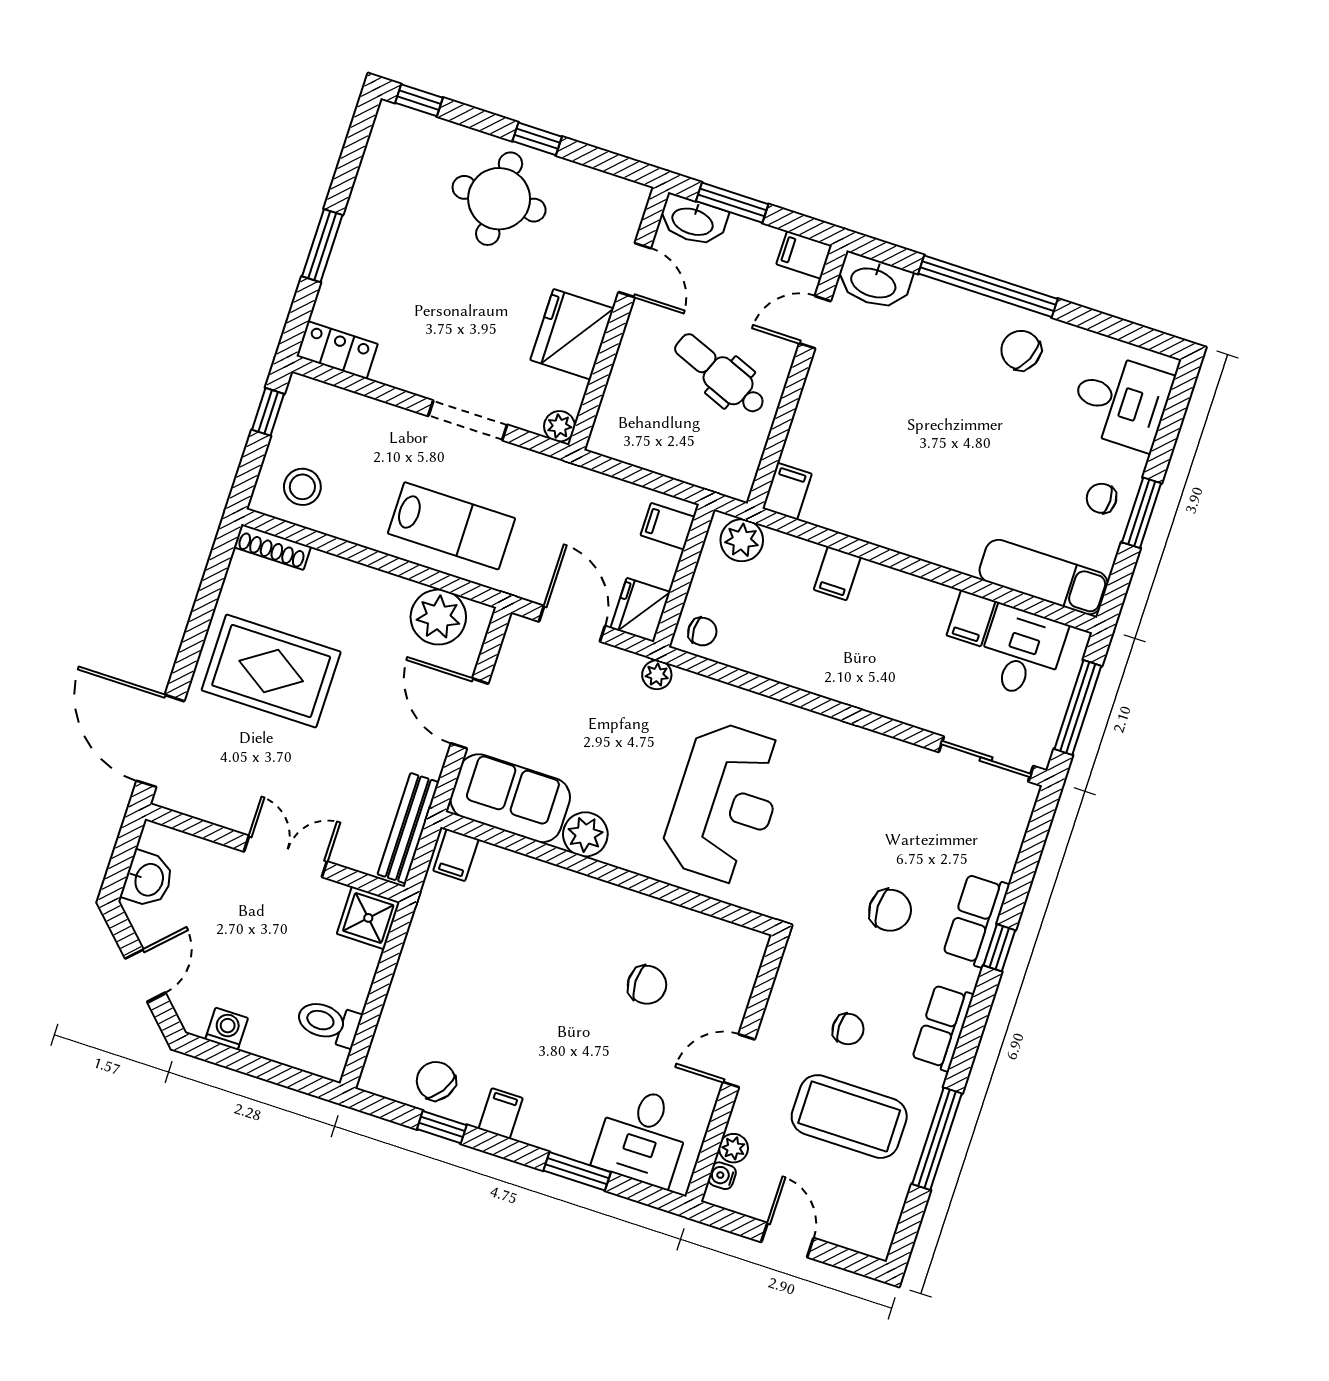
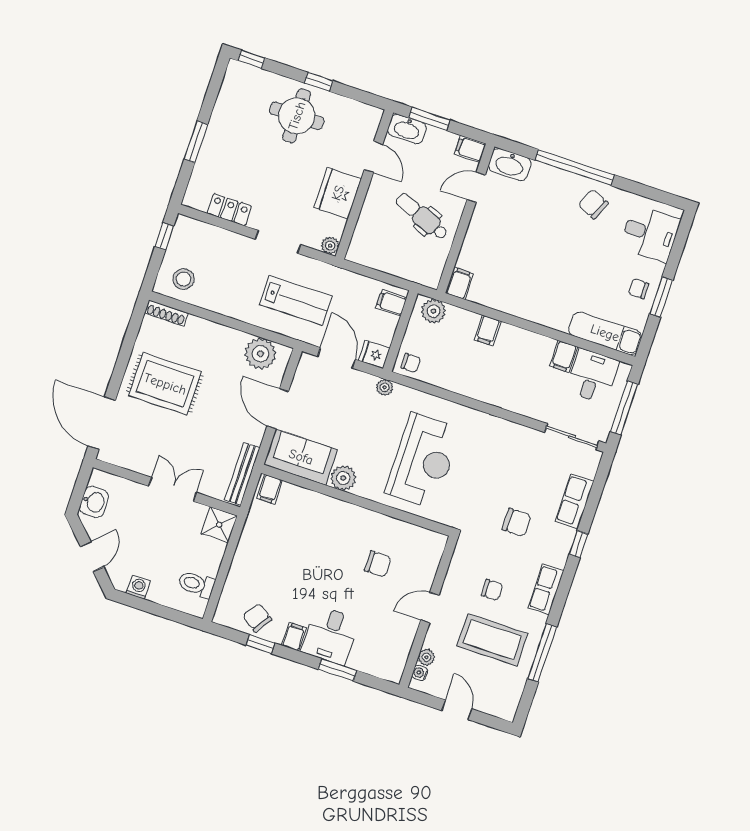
locker: (337, 350) -> (229, 210), moved
lab bench: (451, 526) -> (296, 300), moved
fridge: (640, 610) -> (374, 354), width x0.72
row of seats: (976, 920) -> (574, 501), moved
desk: (643, 1136) -> (330, 635), moved

